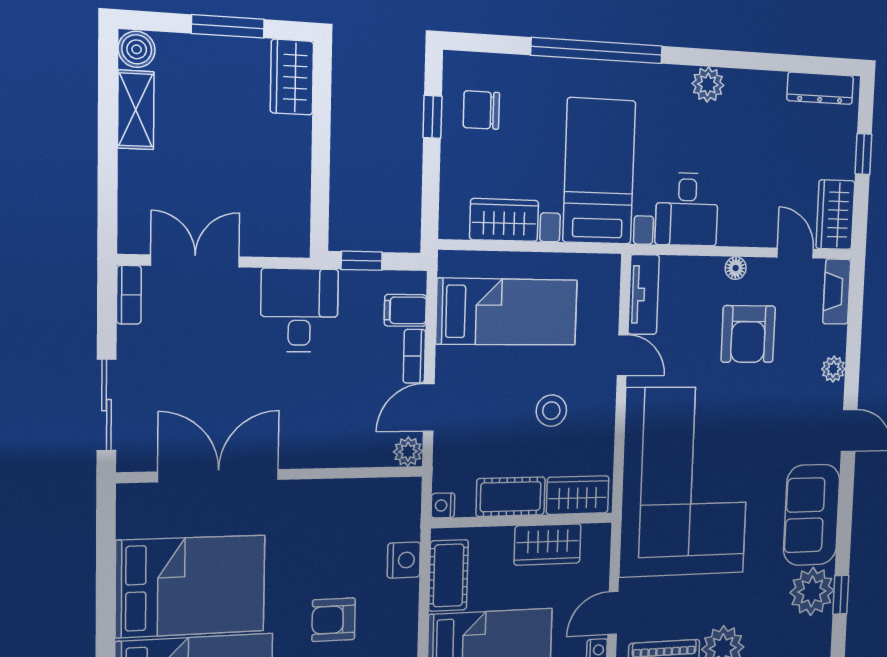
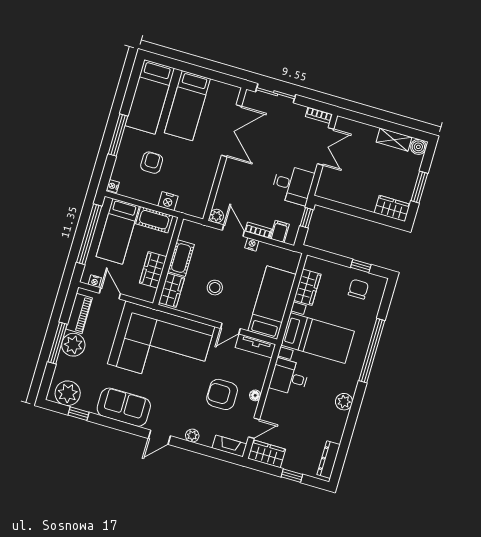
bed: (507, 312) -> (272, 303), moved, turned 180
nightstand: (443, 505) -> (252, 244), moved
bed: (191, 586) -> (187, 106), width x0.67
plant: (812, 591) -> (68, 393), moved

